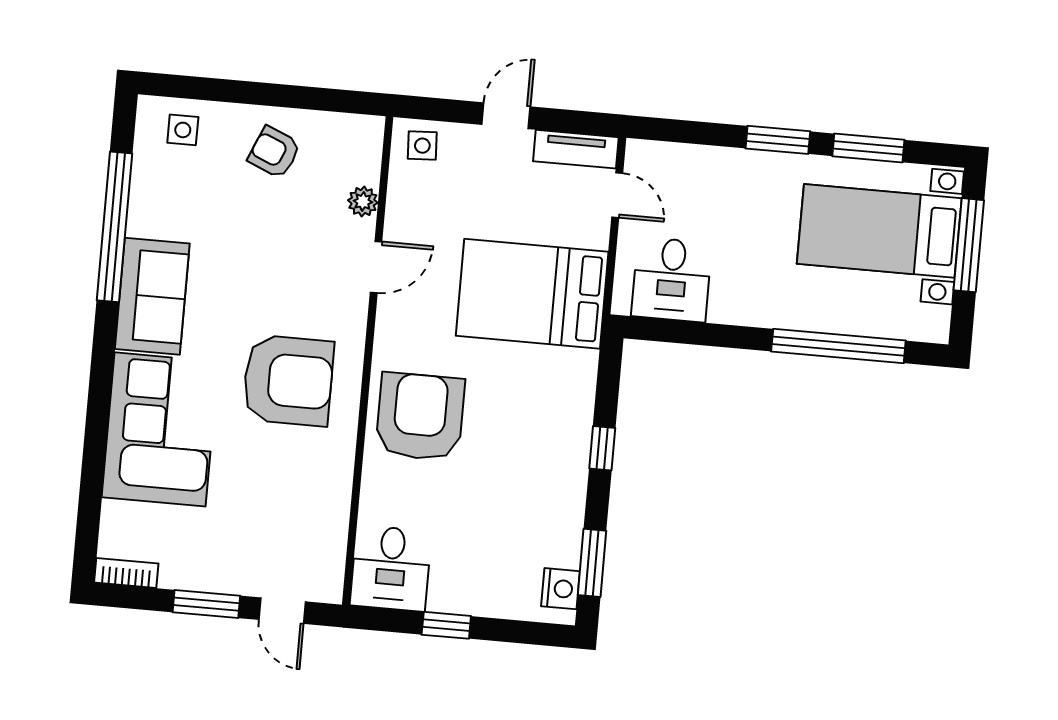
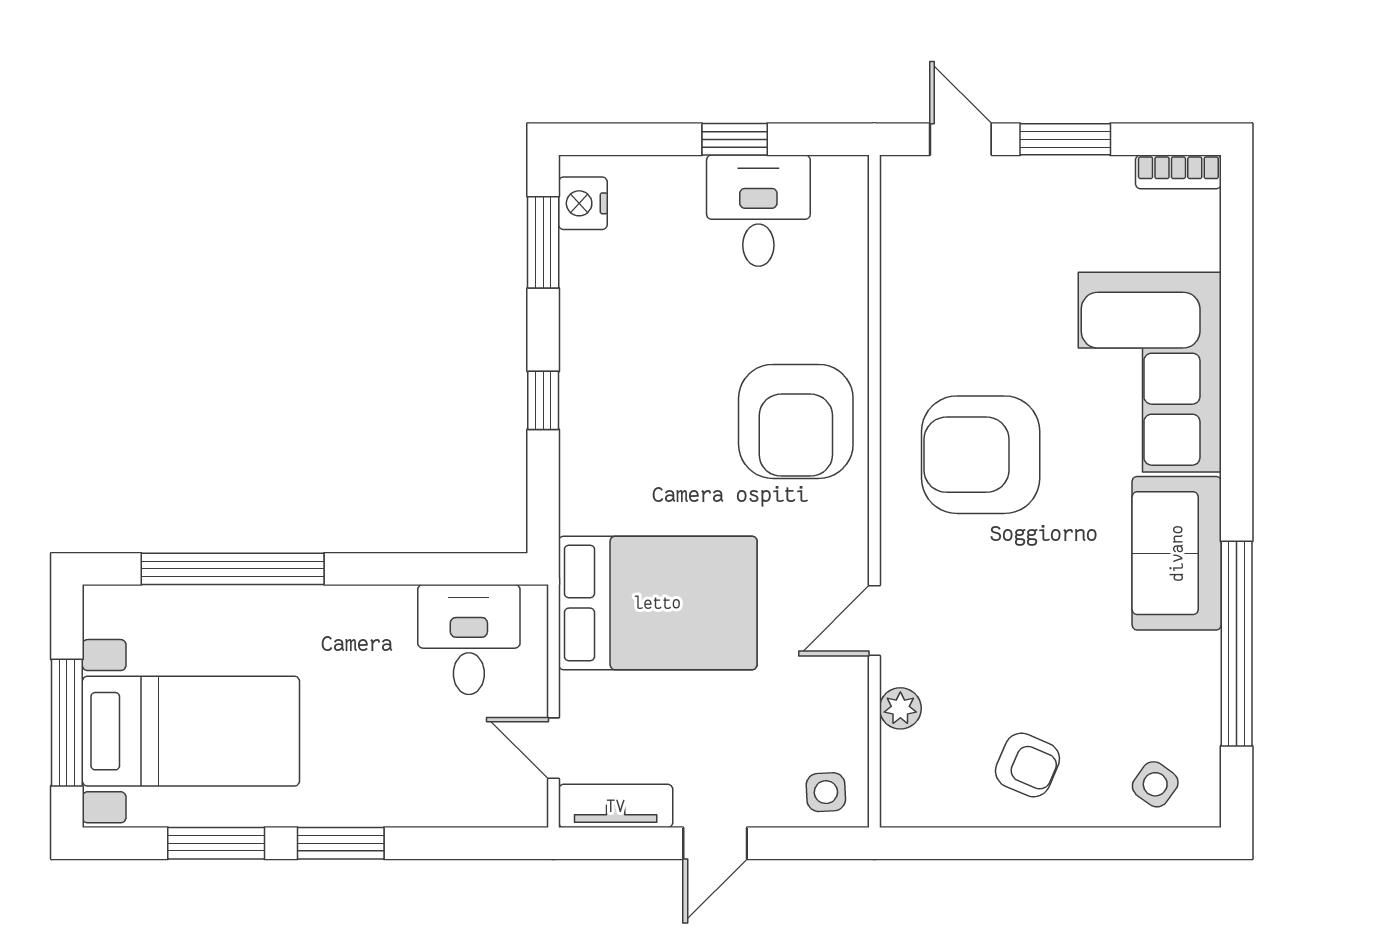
side table: (183, 130) -> (1155, 784), turned 36
desk: (391, 568) -> (758, 211), moved

